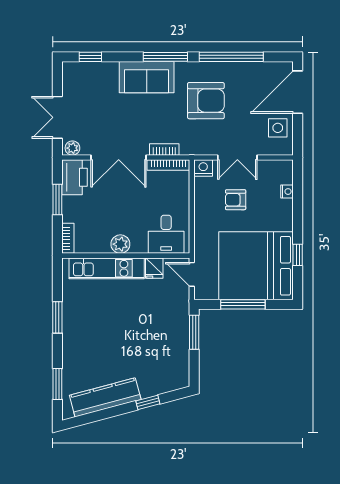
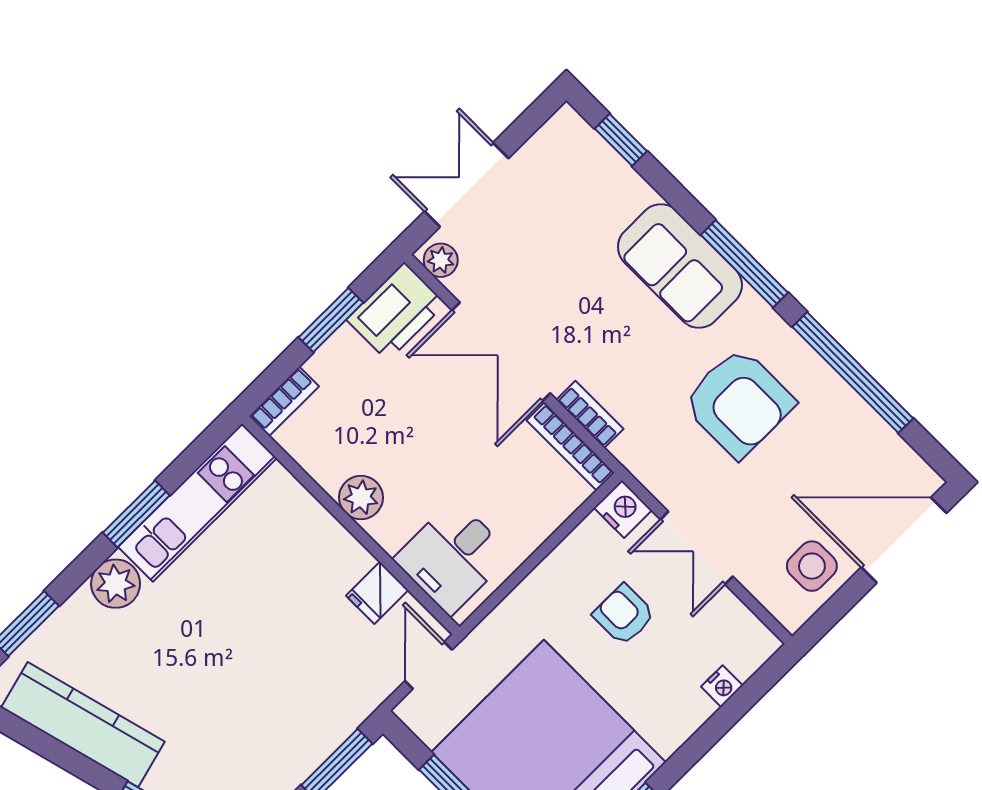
kitchen unit: (107, 268) -> (197, 502), moved, turned -90
plant: (72, 345) -> (116, 584), added

